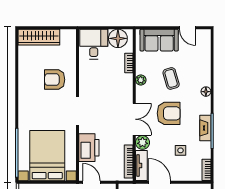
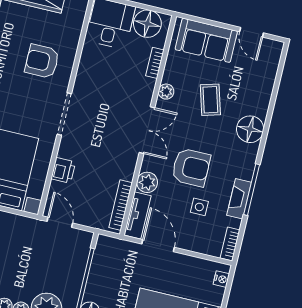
floor lamp: (206, 92) -> (250, 129), width x1.89, depth x1.89
armchair: (169, 113) -> (191, 167), moved
double door: (134, 119) -> (147, 130), moved
fireplace: (205, 128) -> (239, 199), moved
printer: (89, 148) -> (63, 170), width x0.53, depth x0.68

